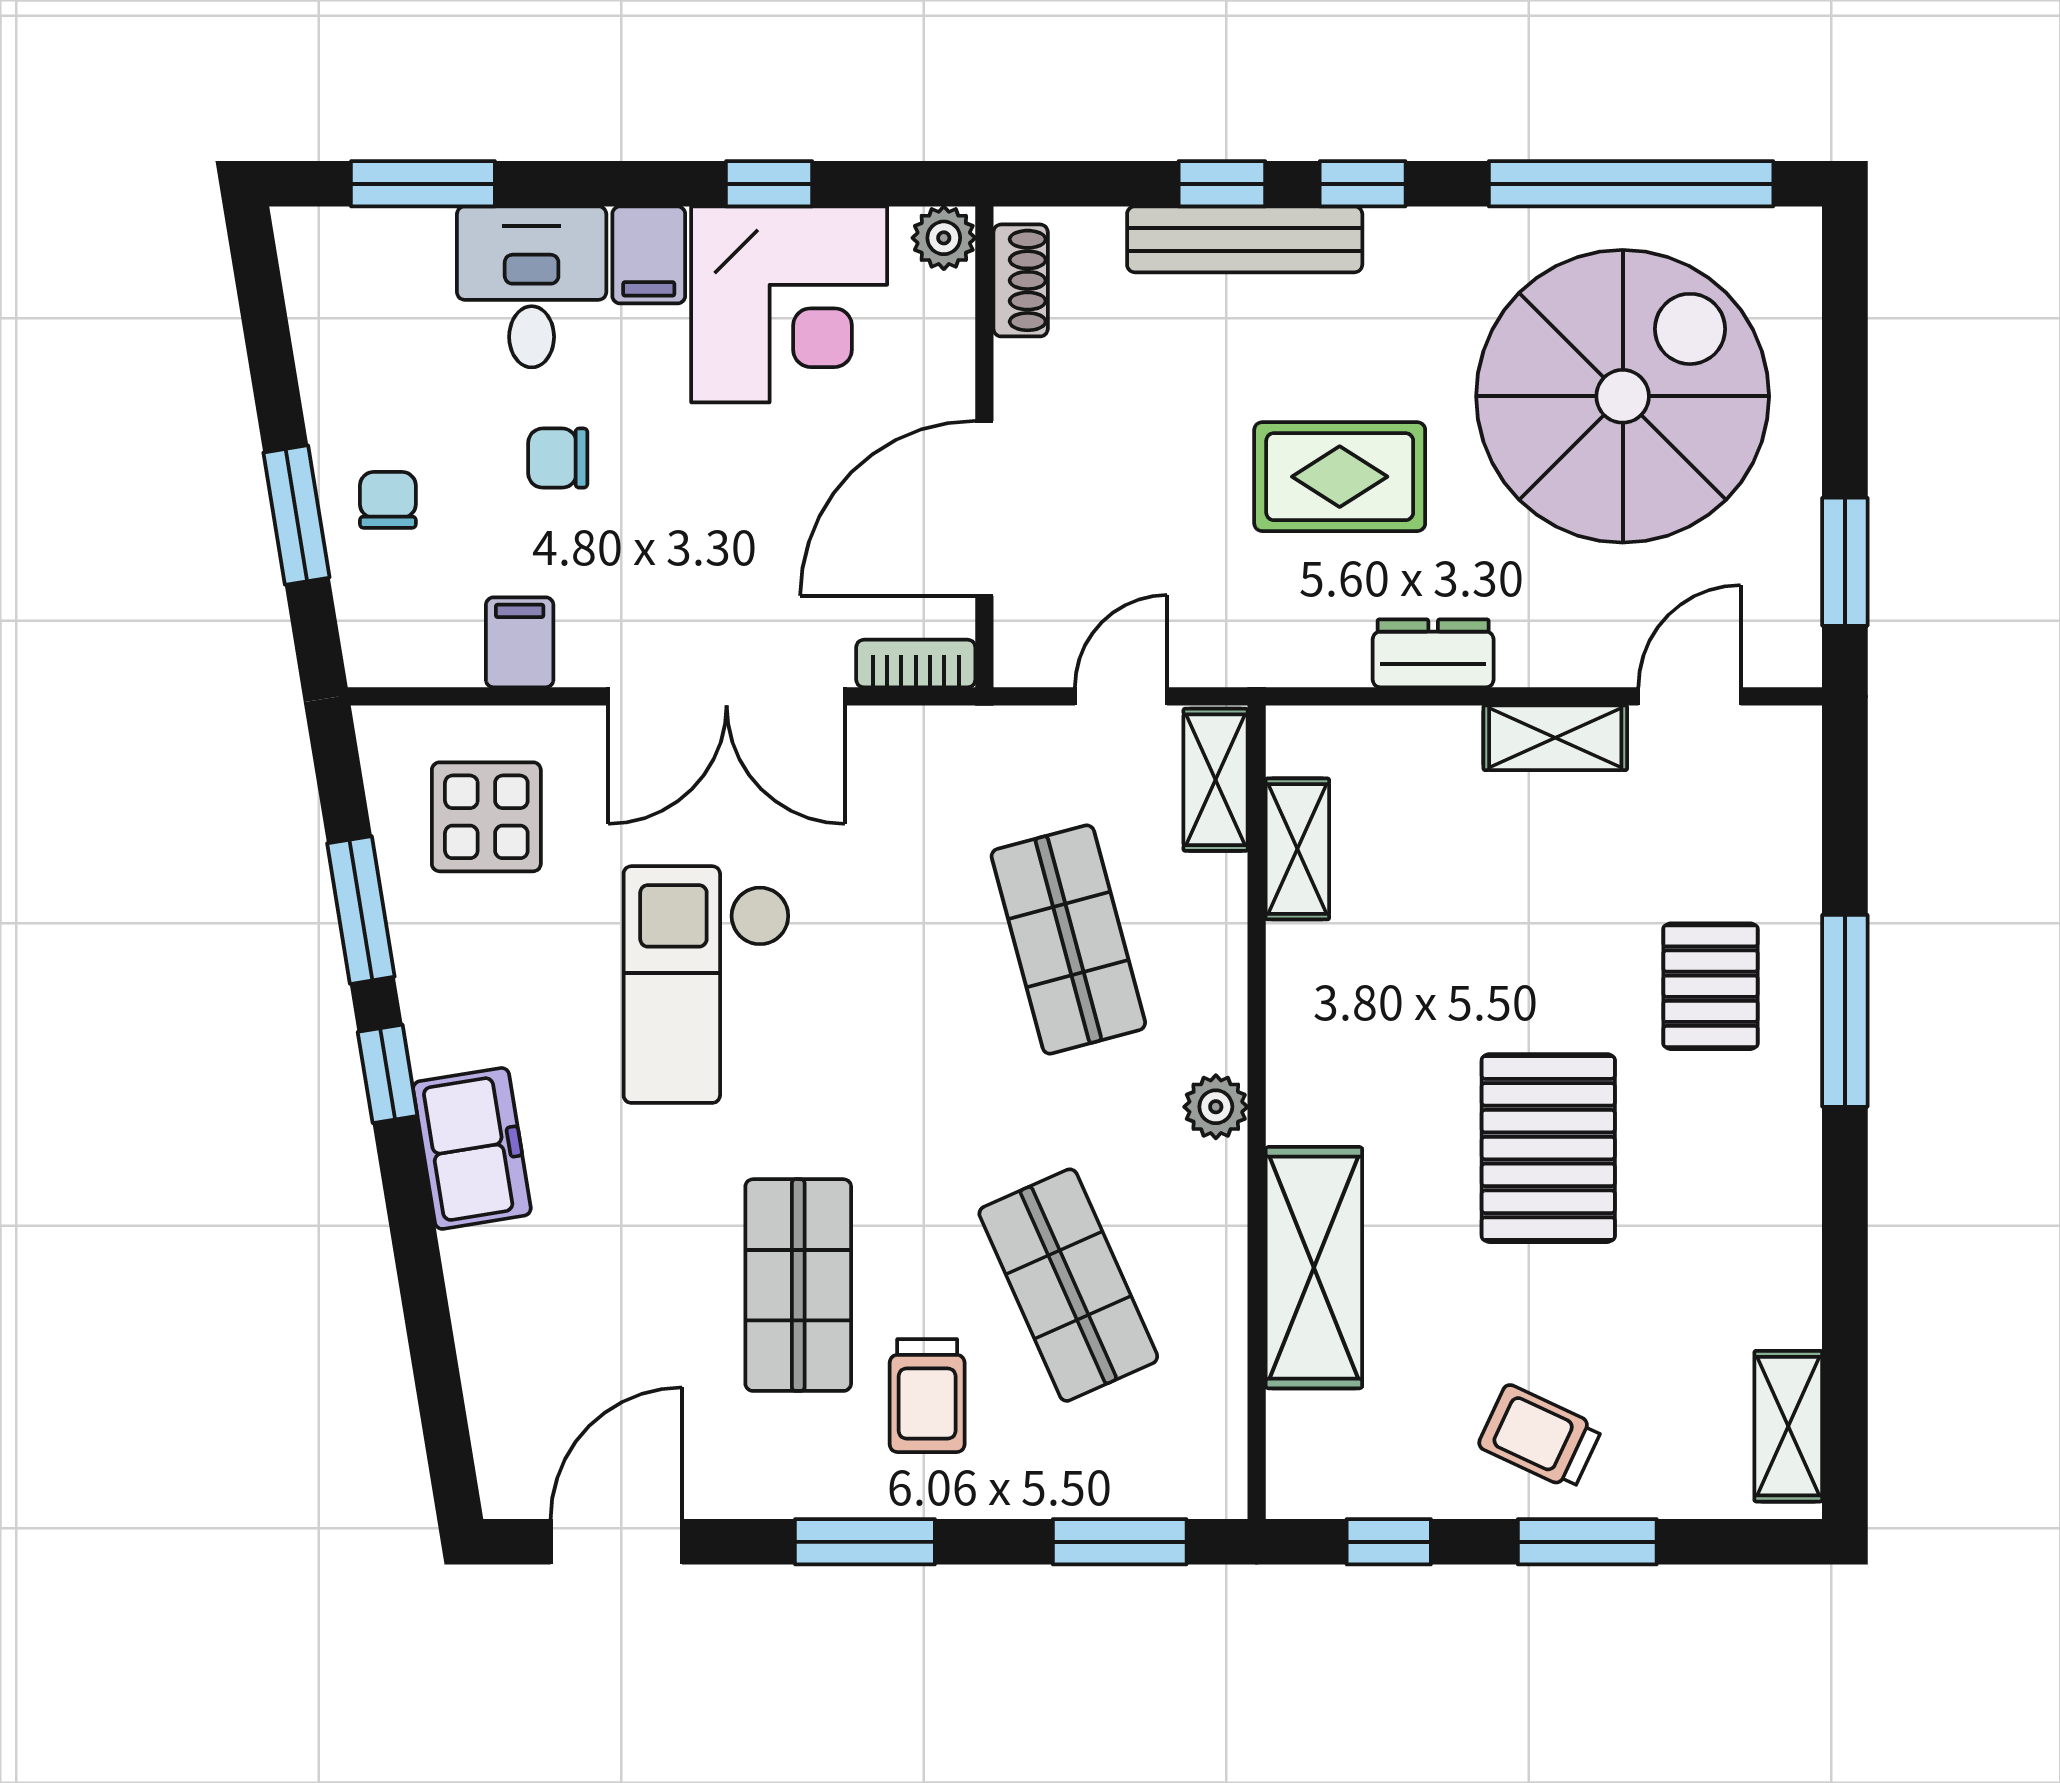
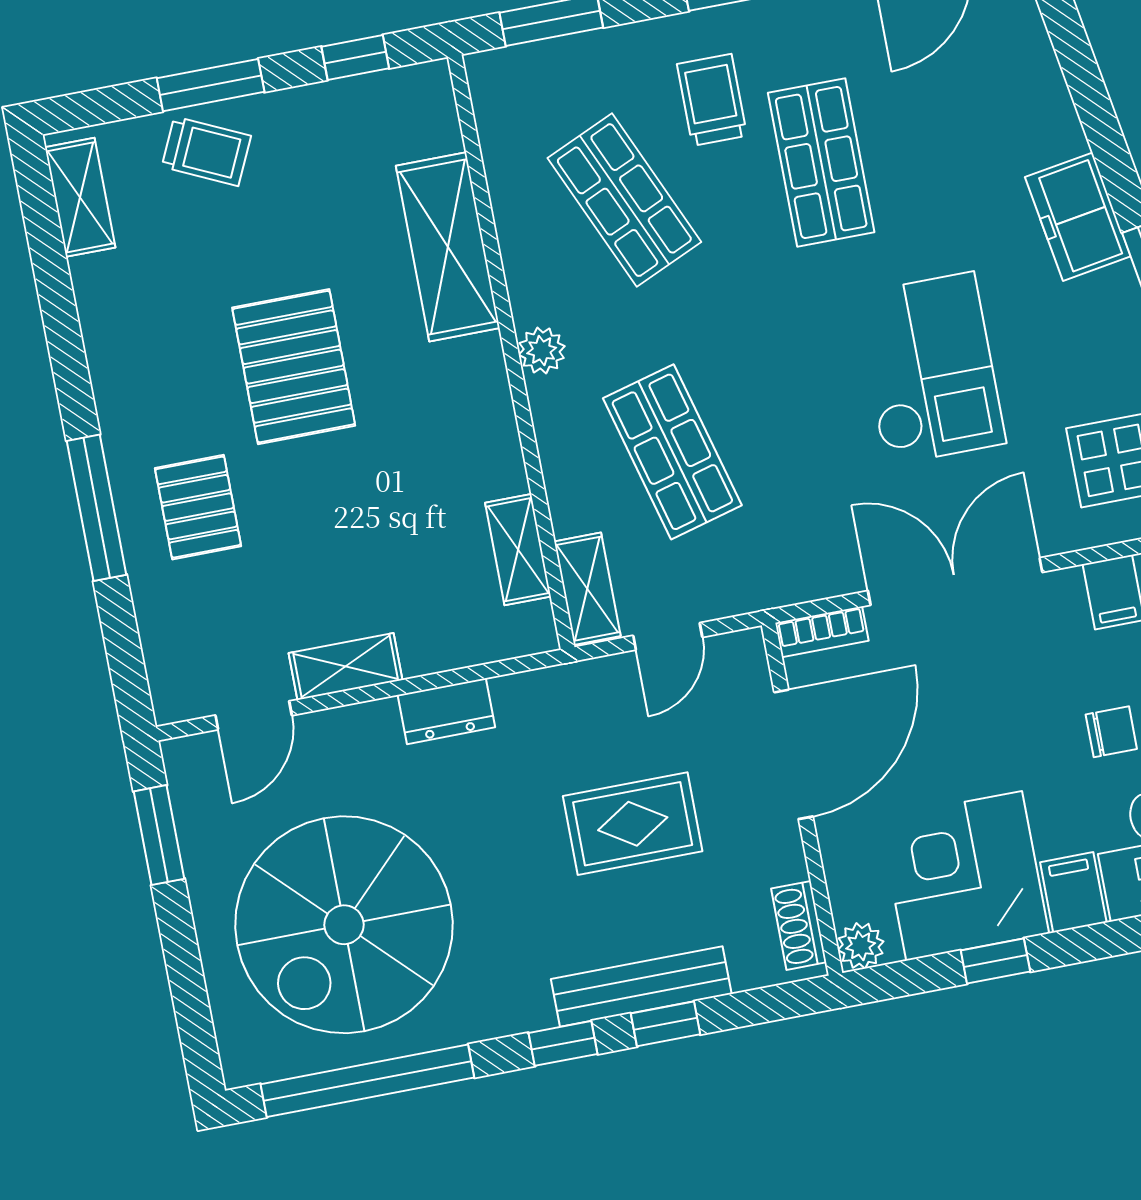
rug: (1340, 477) -> (633, 824), moved
trolley: (1540, 1437) -> (206, 151), moved

